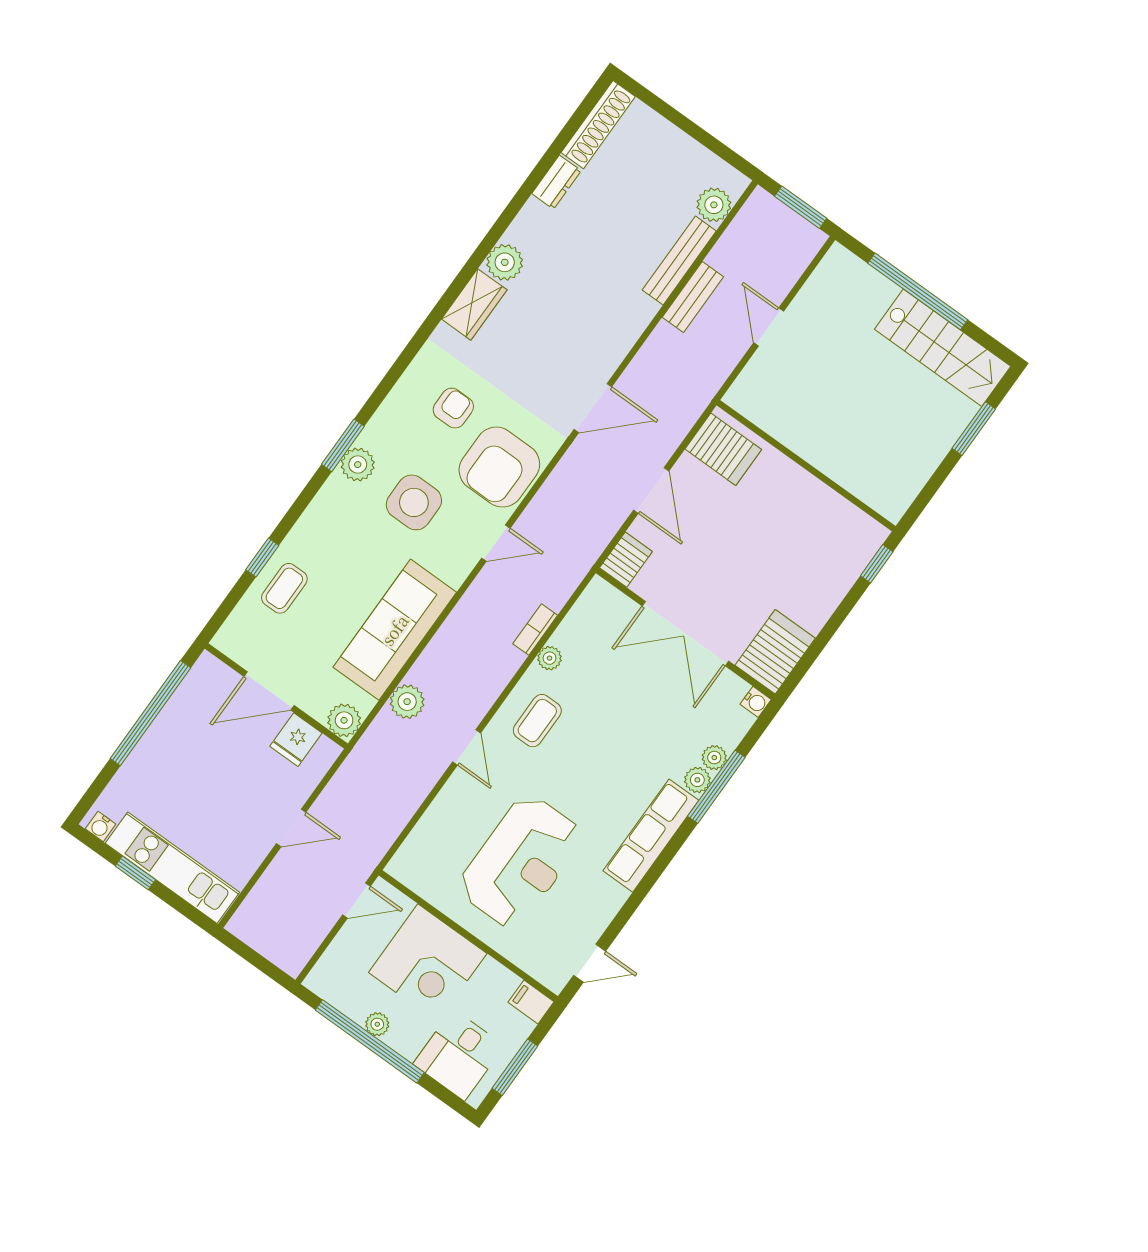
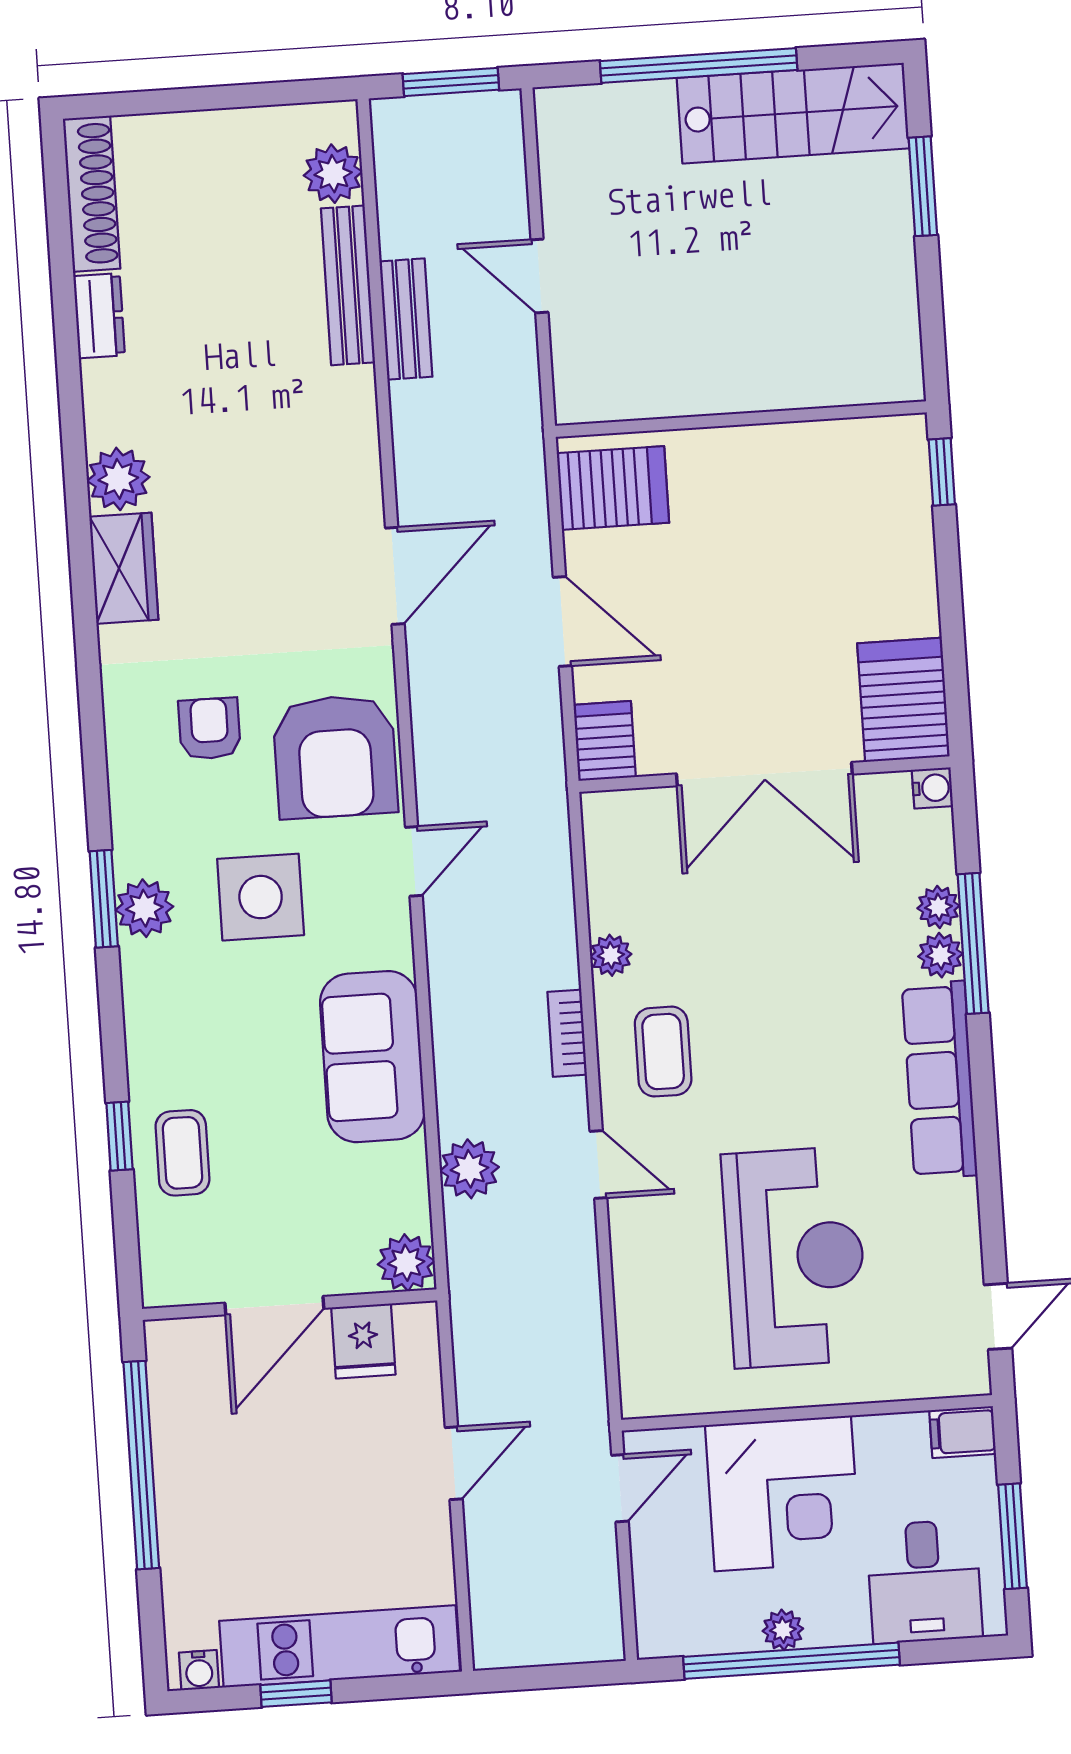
bookcase: (535, 629) -> (567, 1033), moved
sofa: (395, 630) -> (372, 1057), width x0.73

